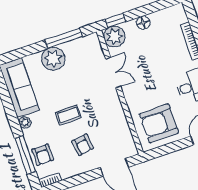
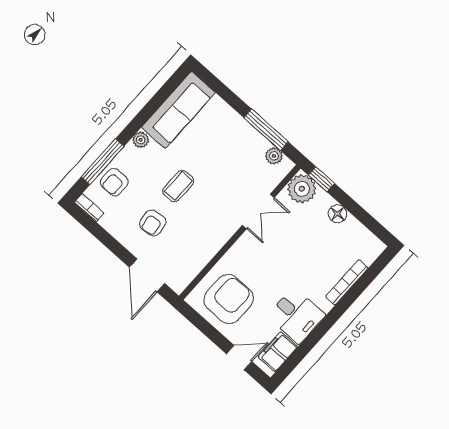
plant: (53, 59) -> (274, 156), moved, width x0.53, depth x0.53
coffee table: (68, 115) -> (178, 186), turned 90
armchair: (159, 123) -> (229, 299), turned 90

